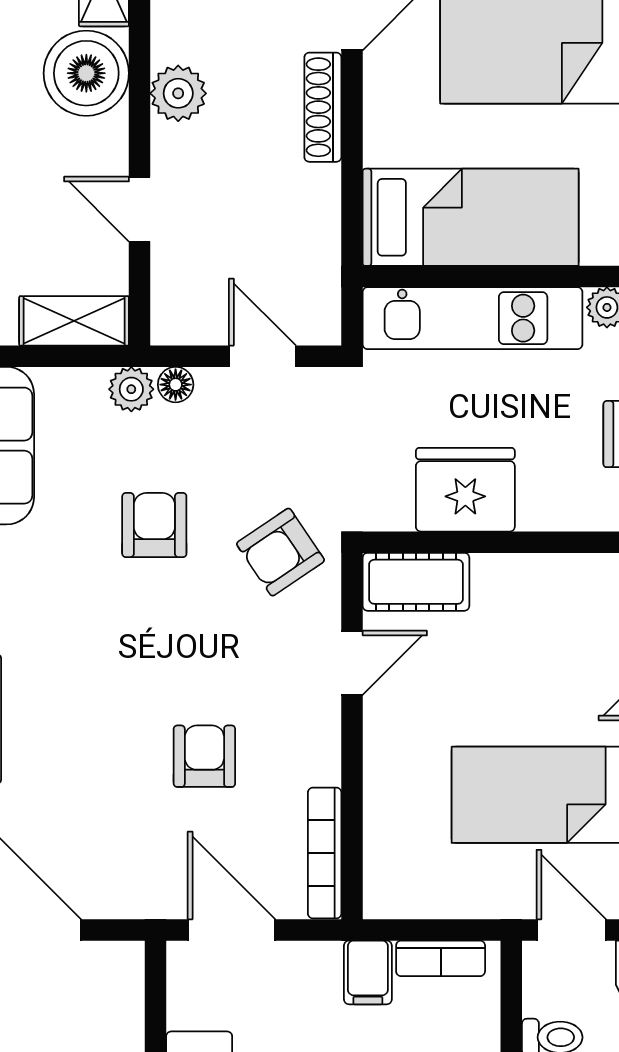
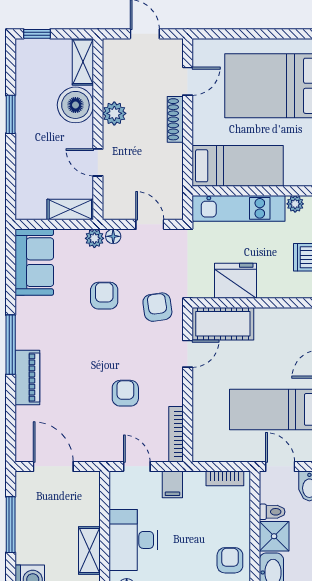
armchair: (280, 552) -> (157, 307), turned 116
cot: (416, 582) -> (223, 324), width x1.37, depth x1.34
door: (232, 930) -> (137, 466), width x0.73
filing cabinet: (368, 972) -> (172, 484), moved

